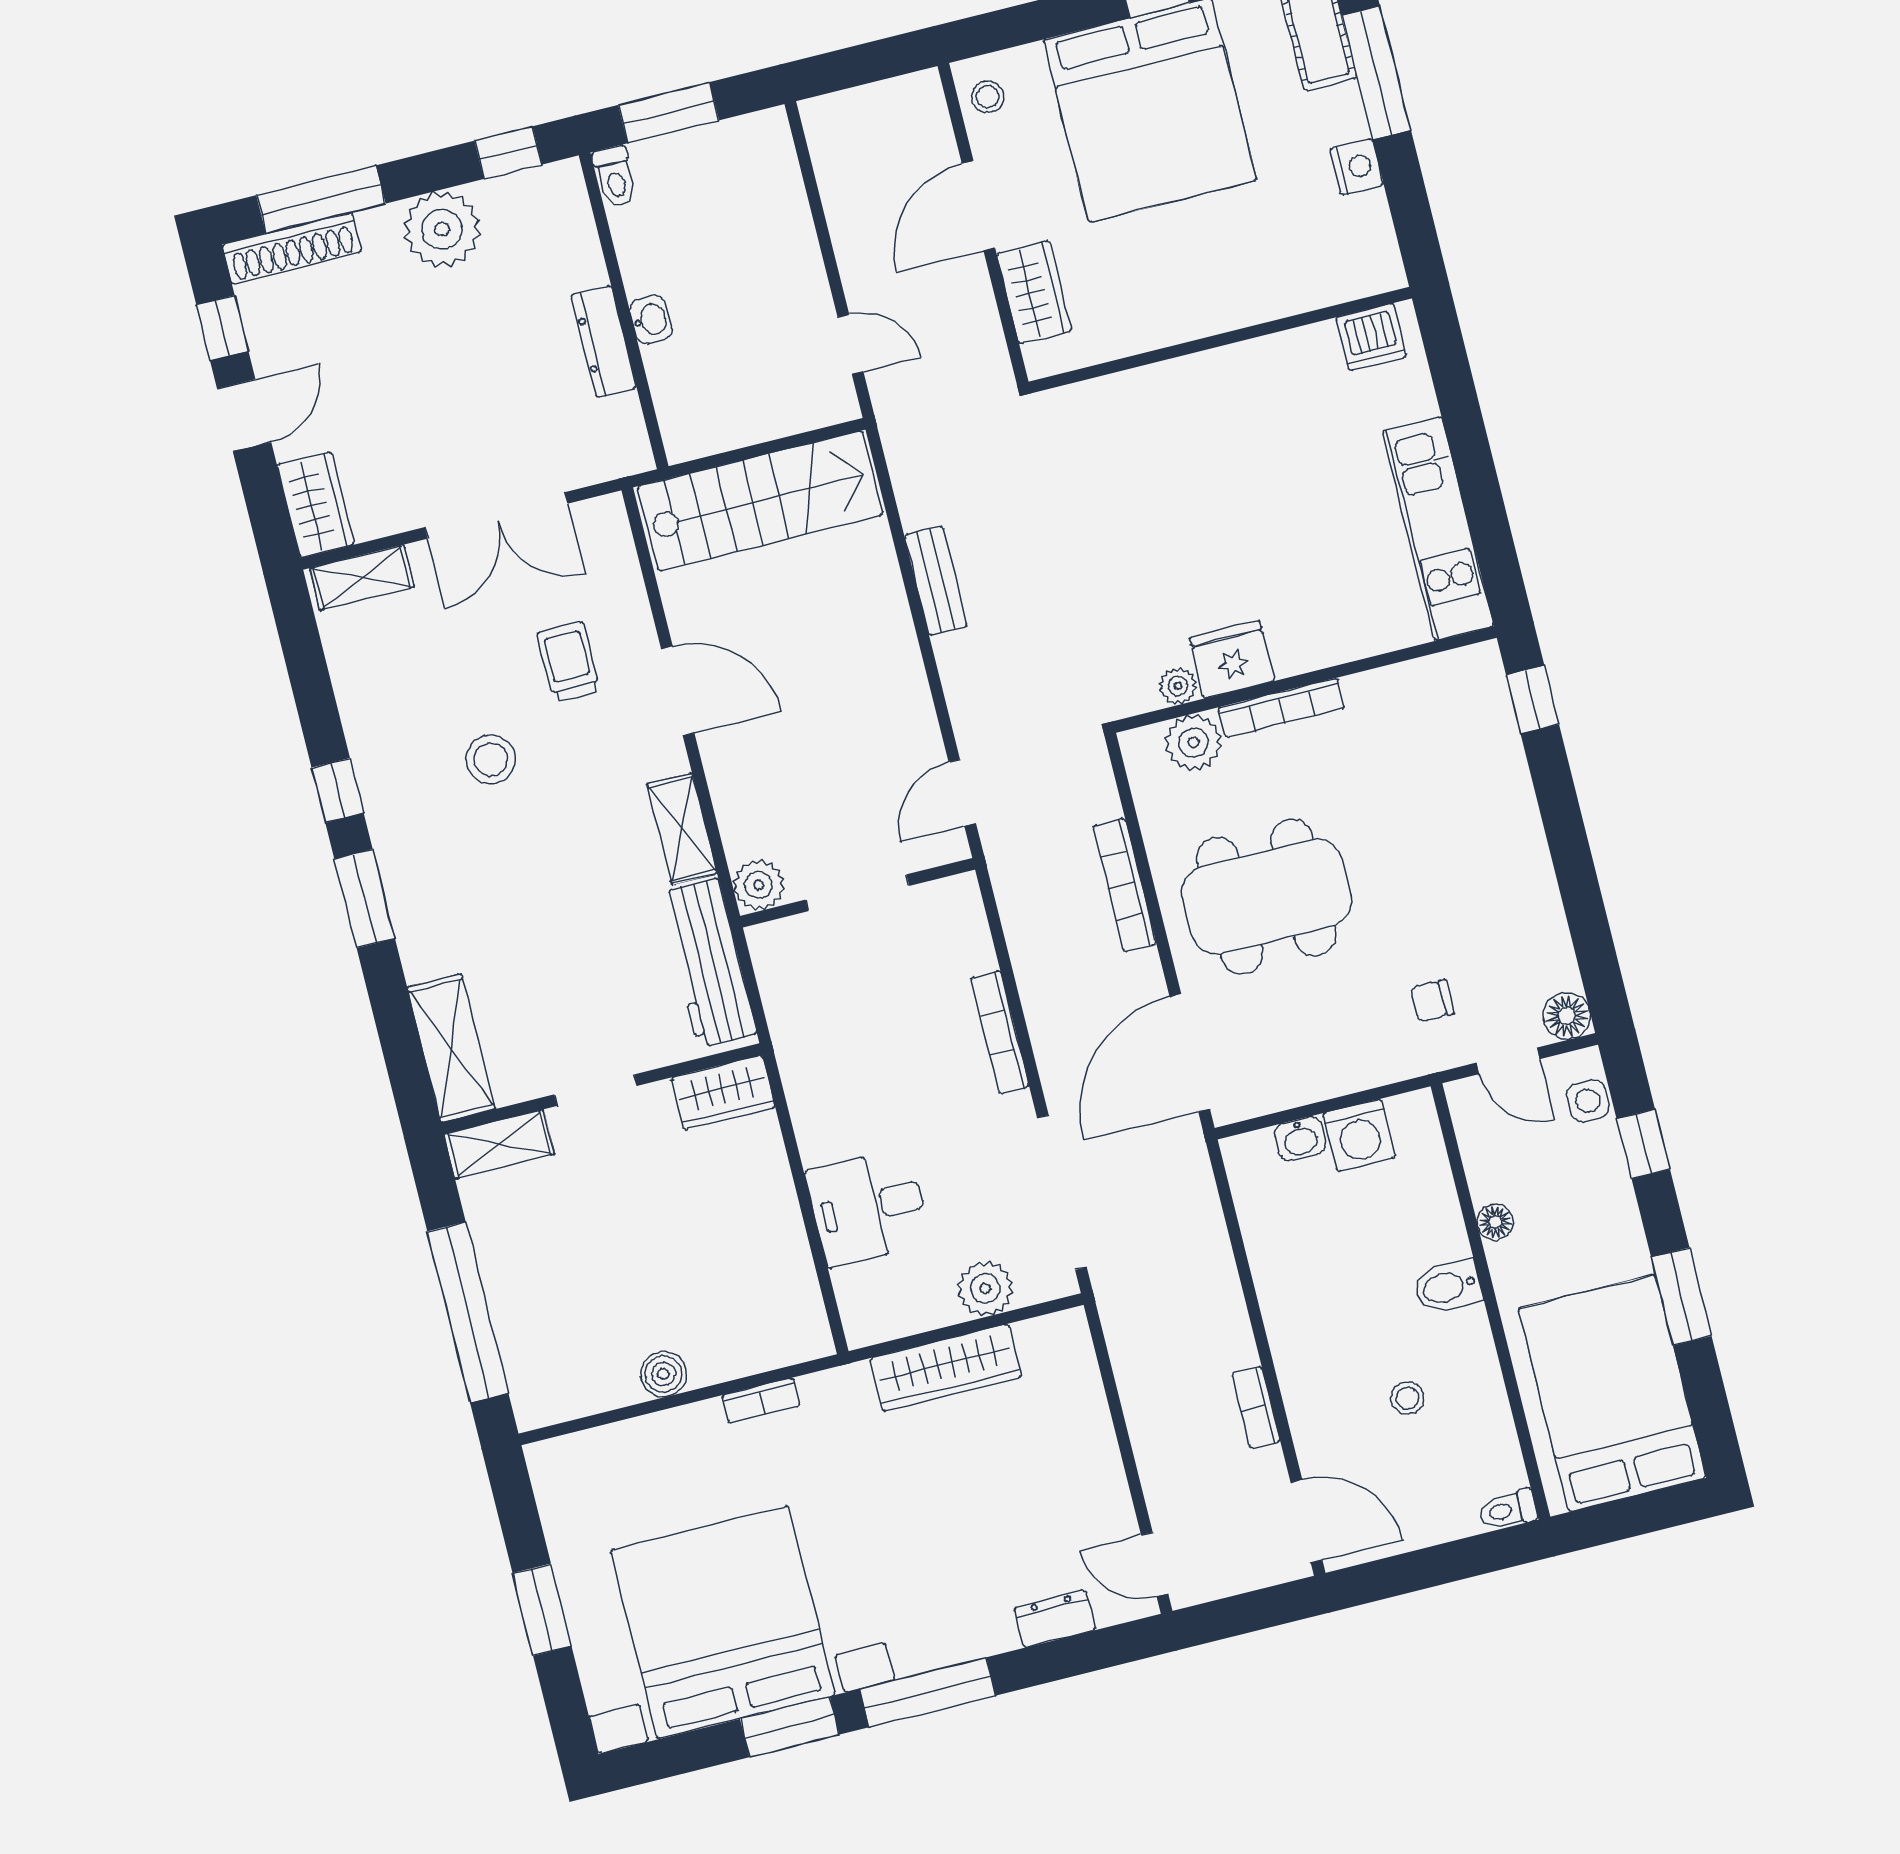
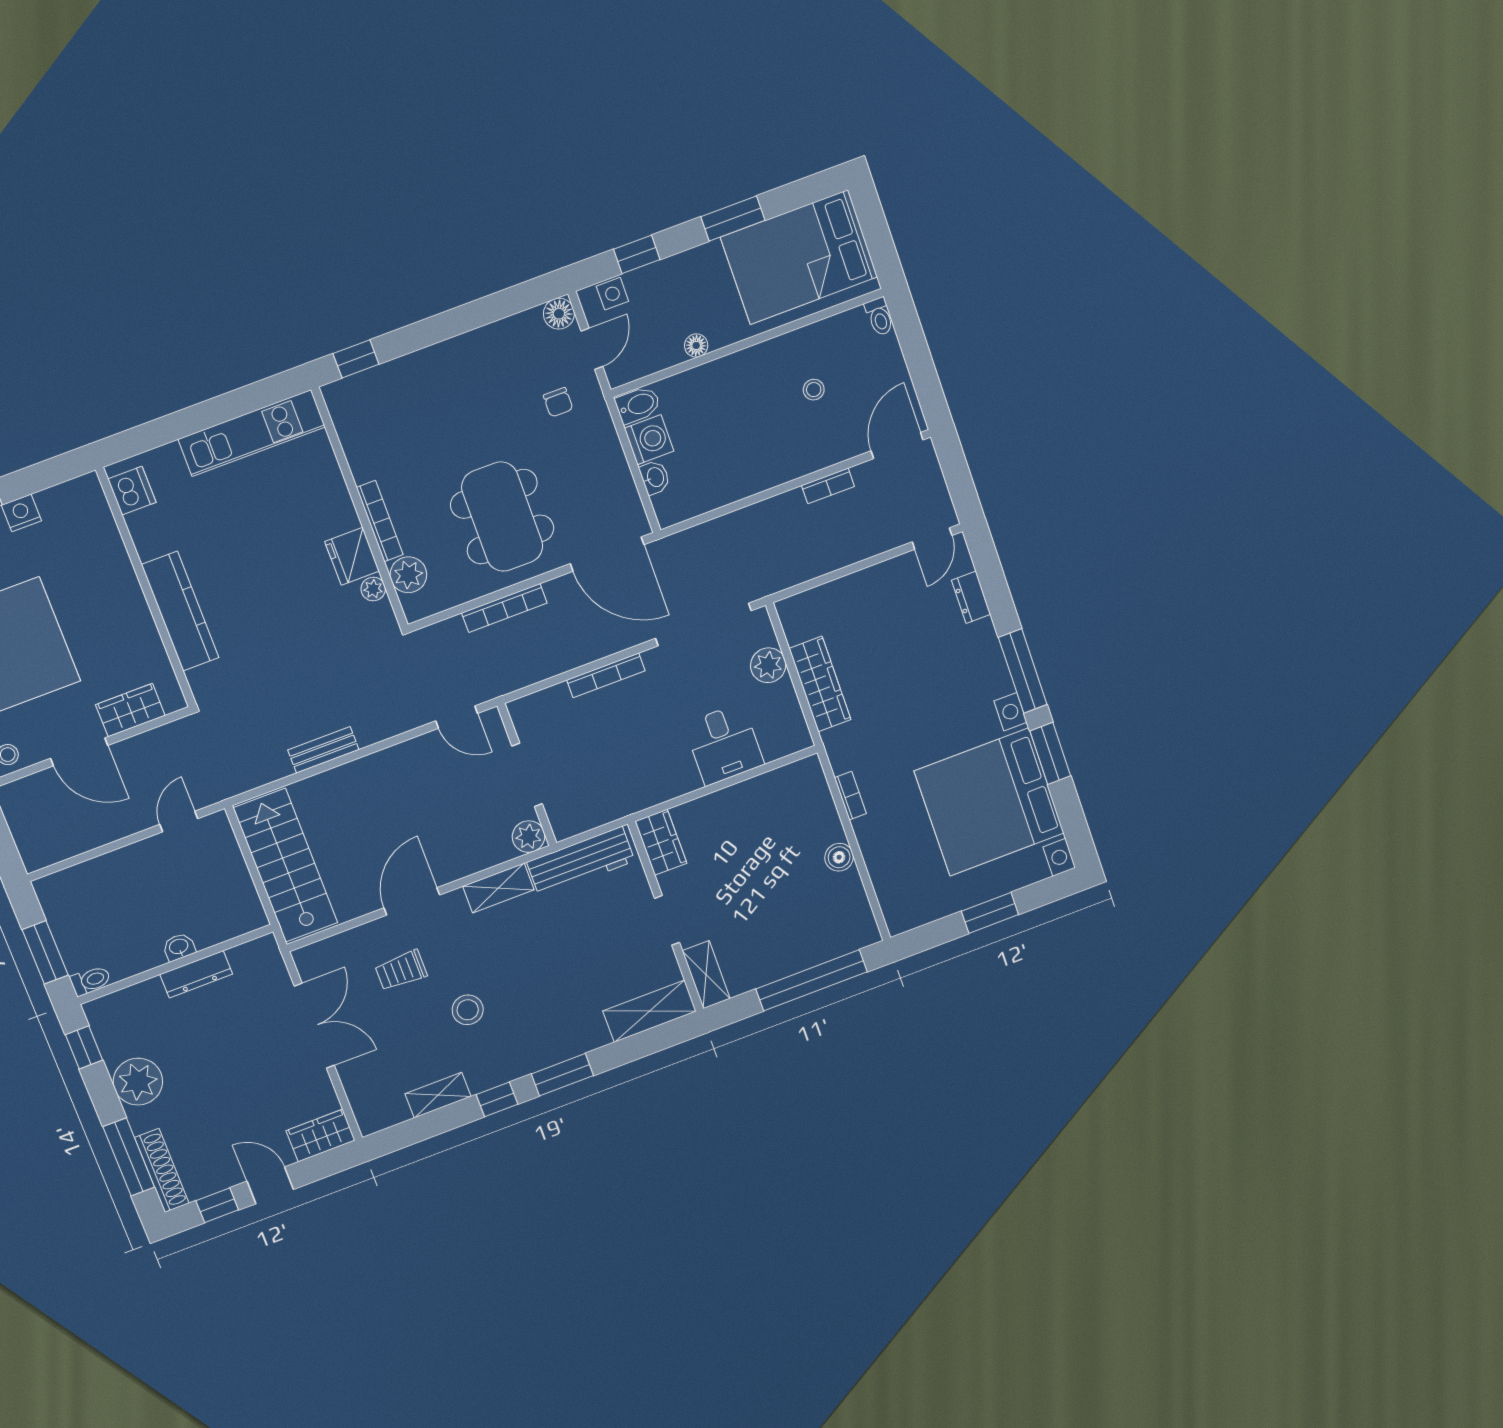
kitchen counter: (1178, 387) -> (180, 611), added
shelving: (362, 577) -> (438, 1095), moved, turned 90
bidet: (1448, 1287) -> (638, 405), moved, turned -90

